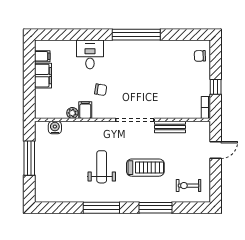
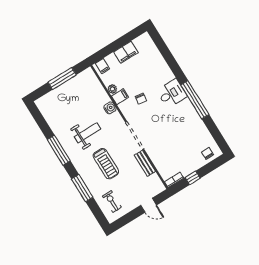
desk: (90, 54) -> (172, 93), moved
filing cabinet: (42, 56) -> (103, 66), moved
water cooler: (55, 128) -> (110, 108), moved

